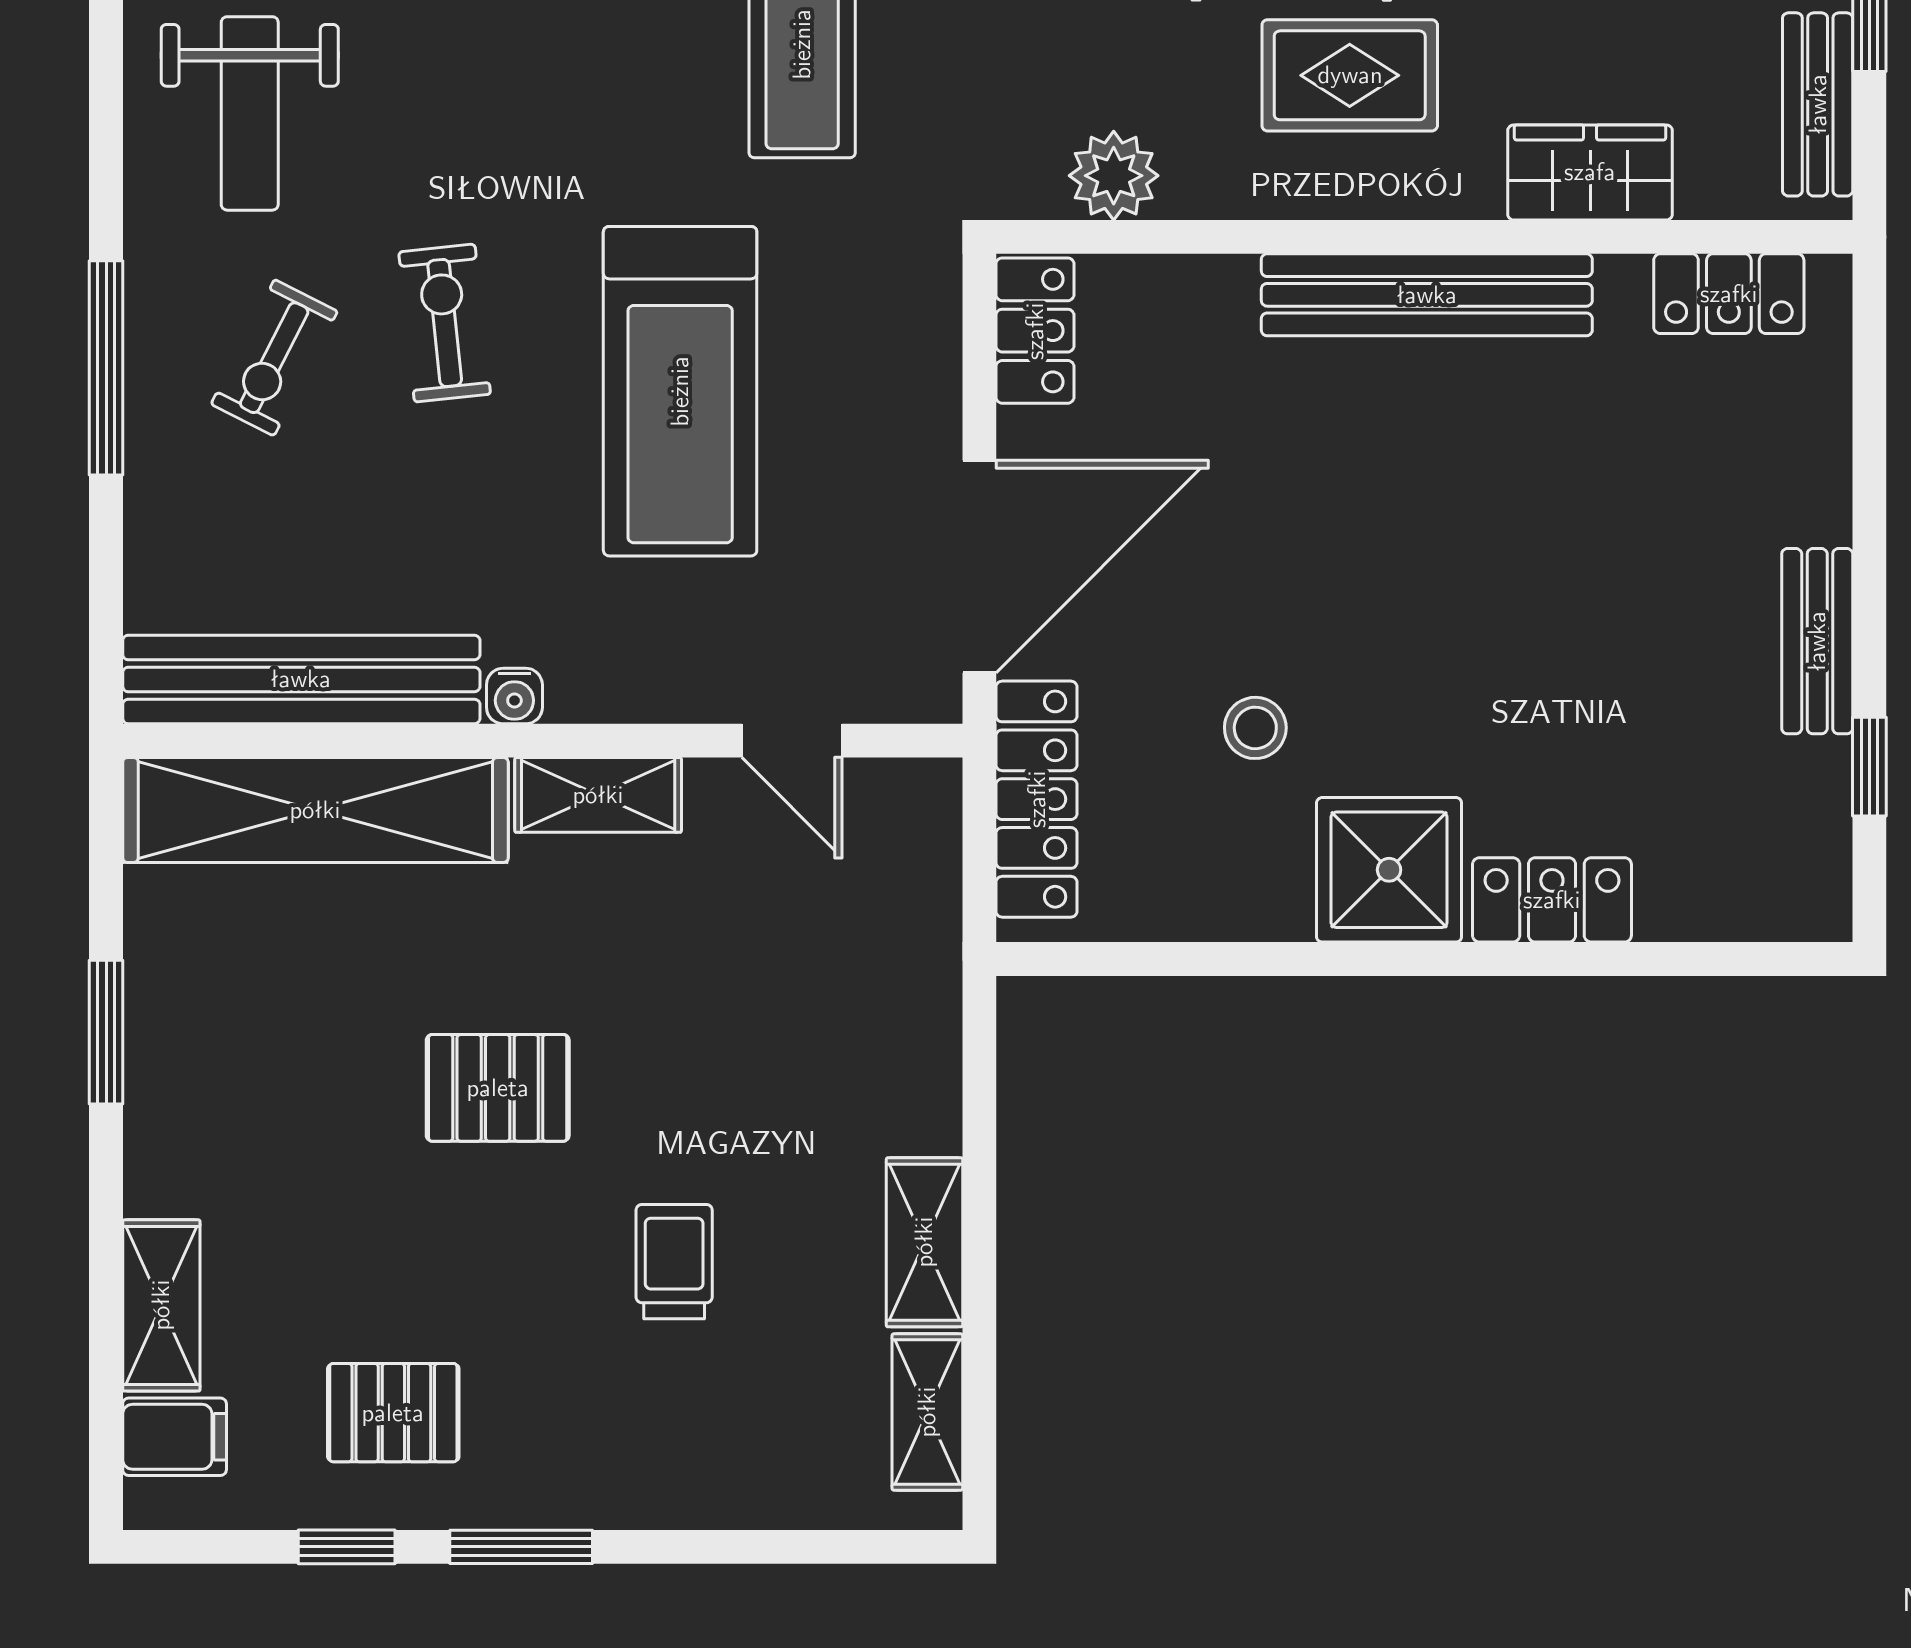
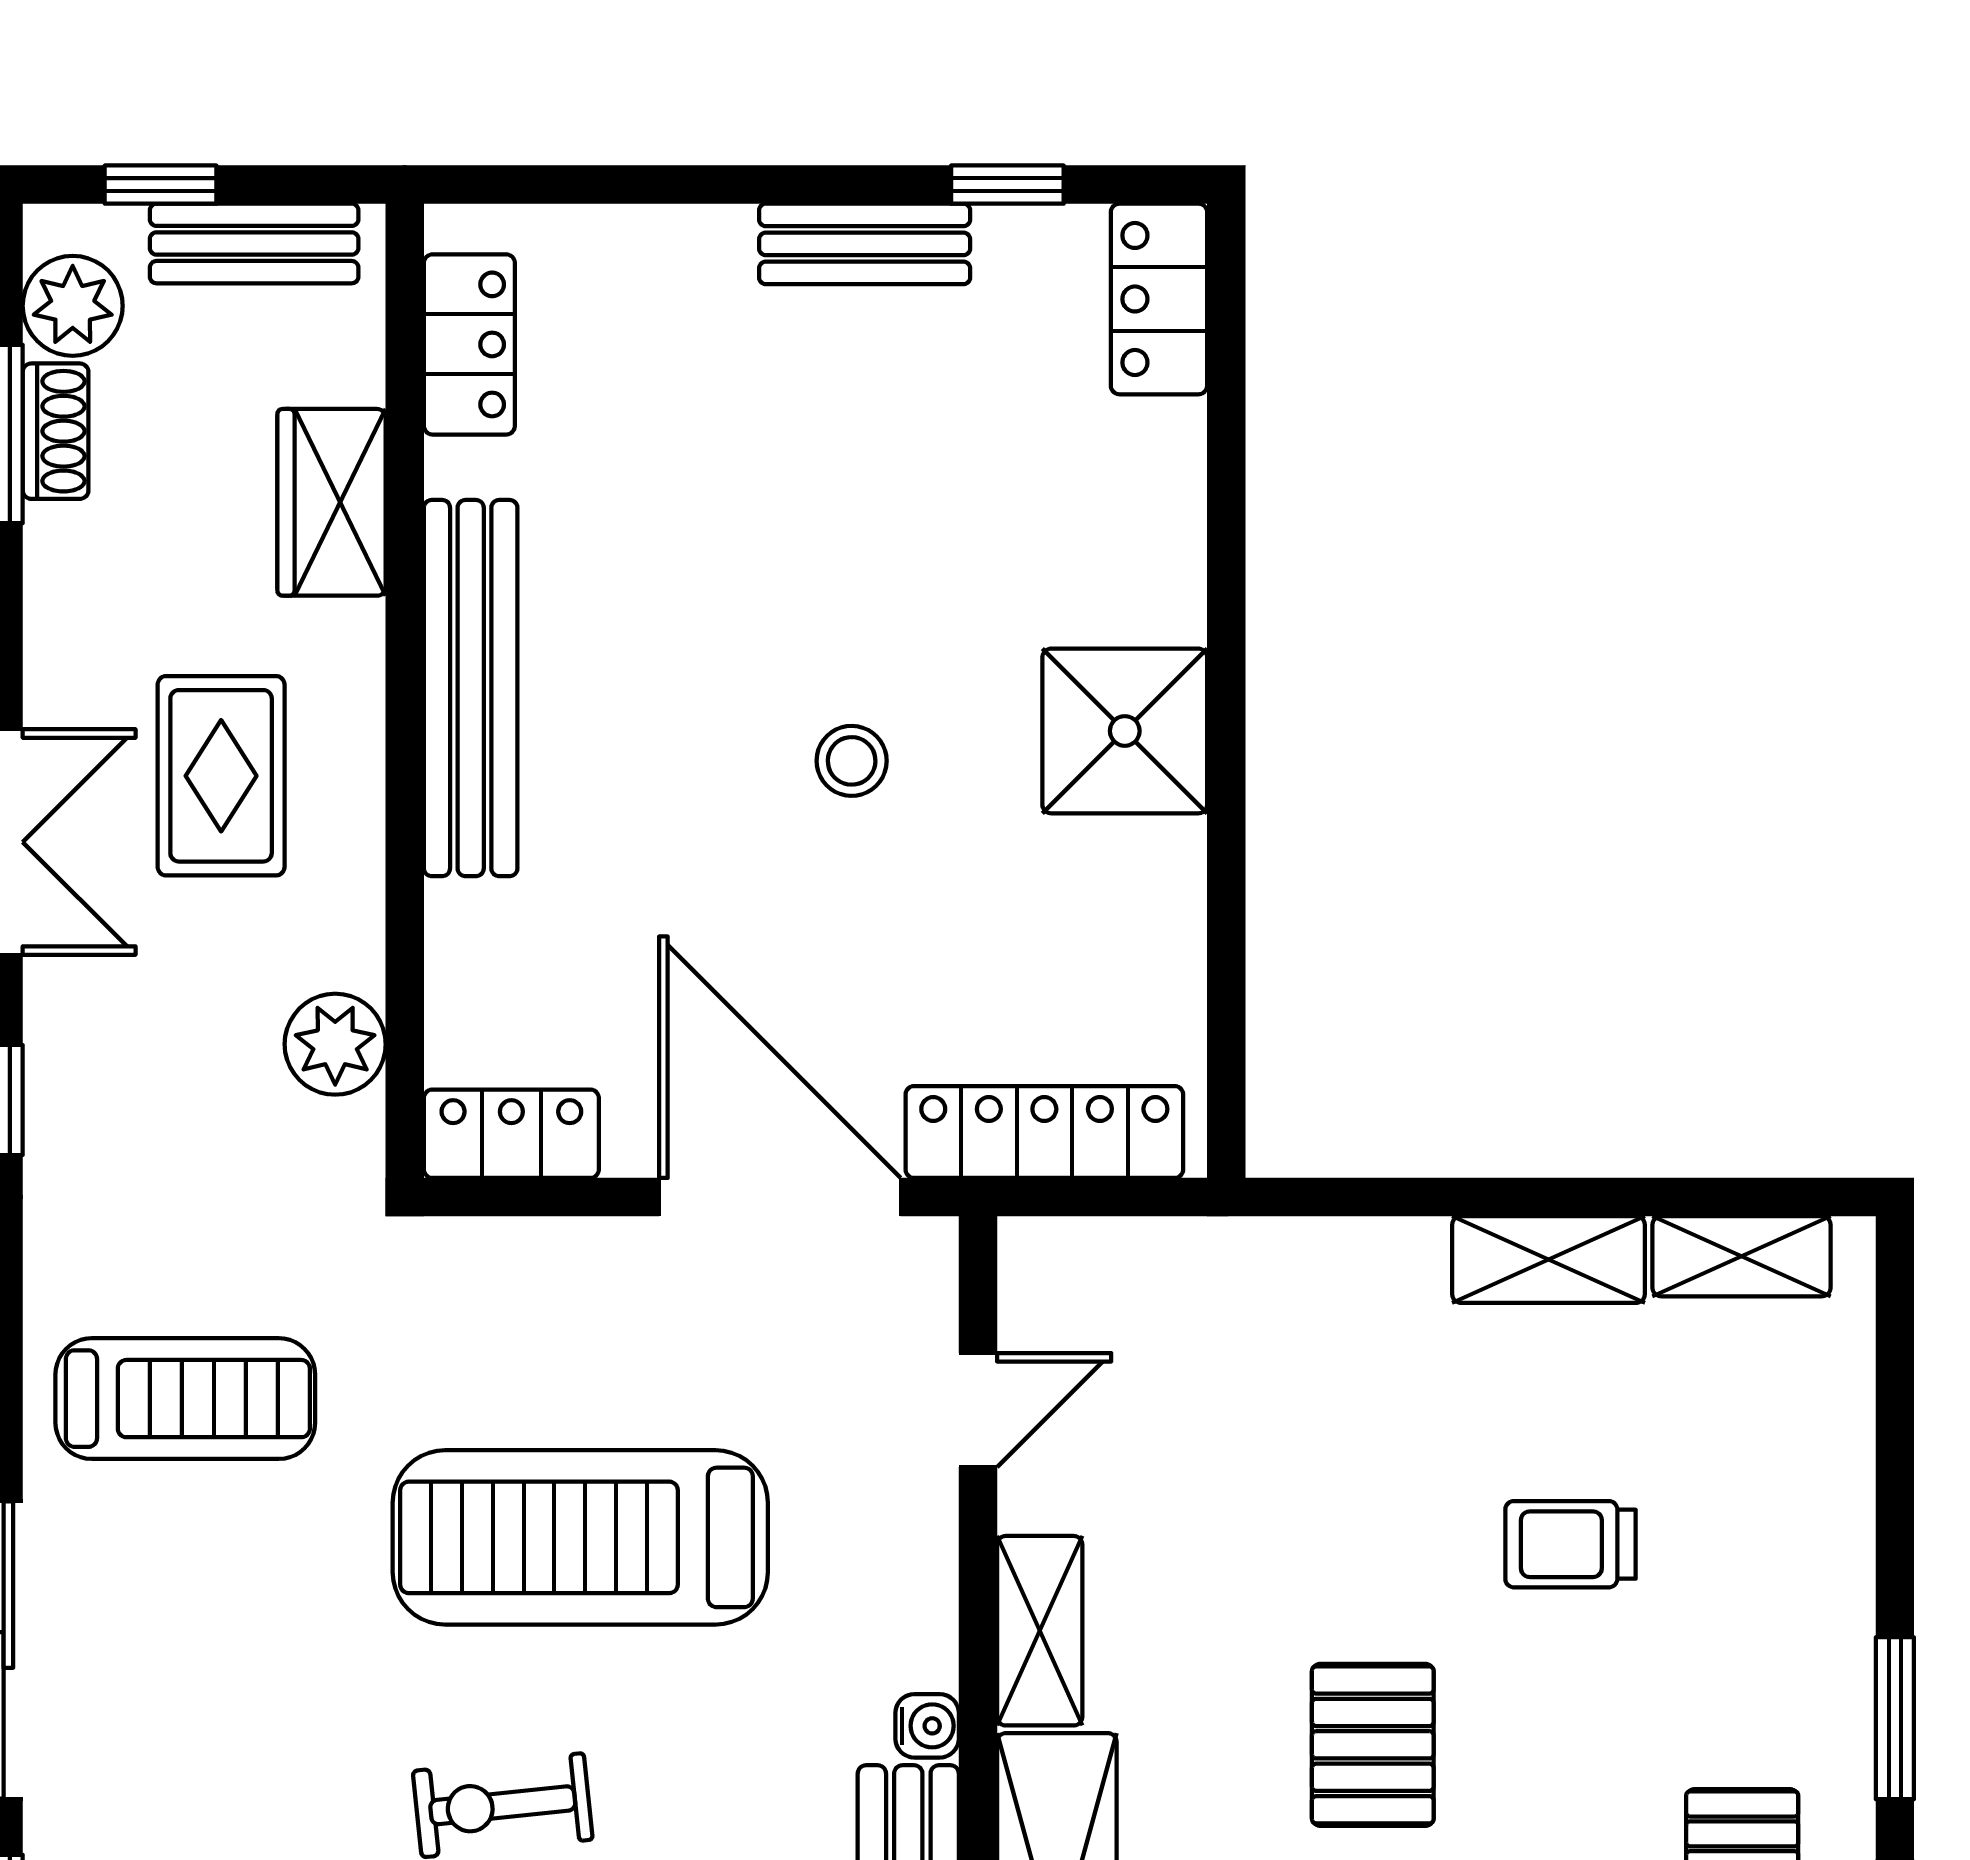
treadmill: (680, 391) -> (580, 1537), turned 180
stool: (1255, 728) -> (852, 761), moved
locker: (1552, 900) -> (1159, 299), moved

